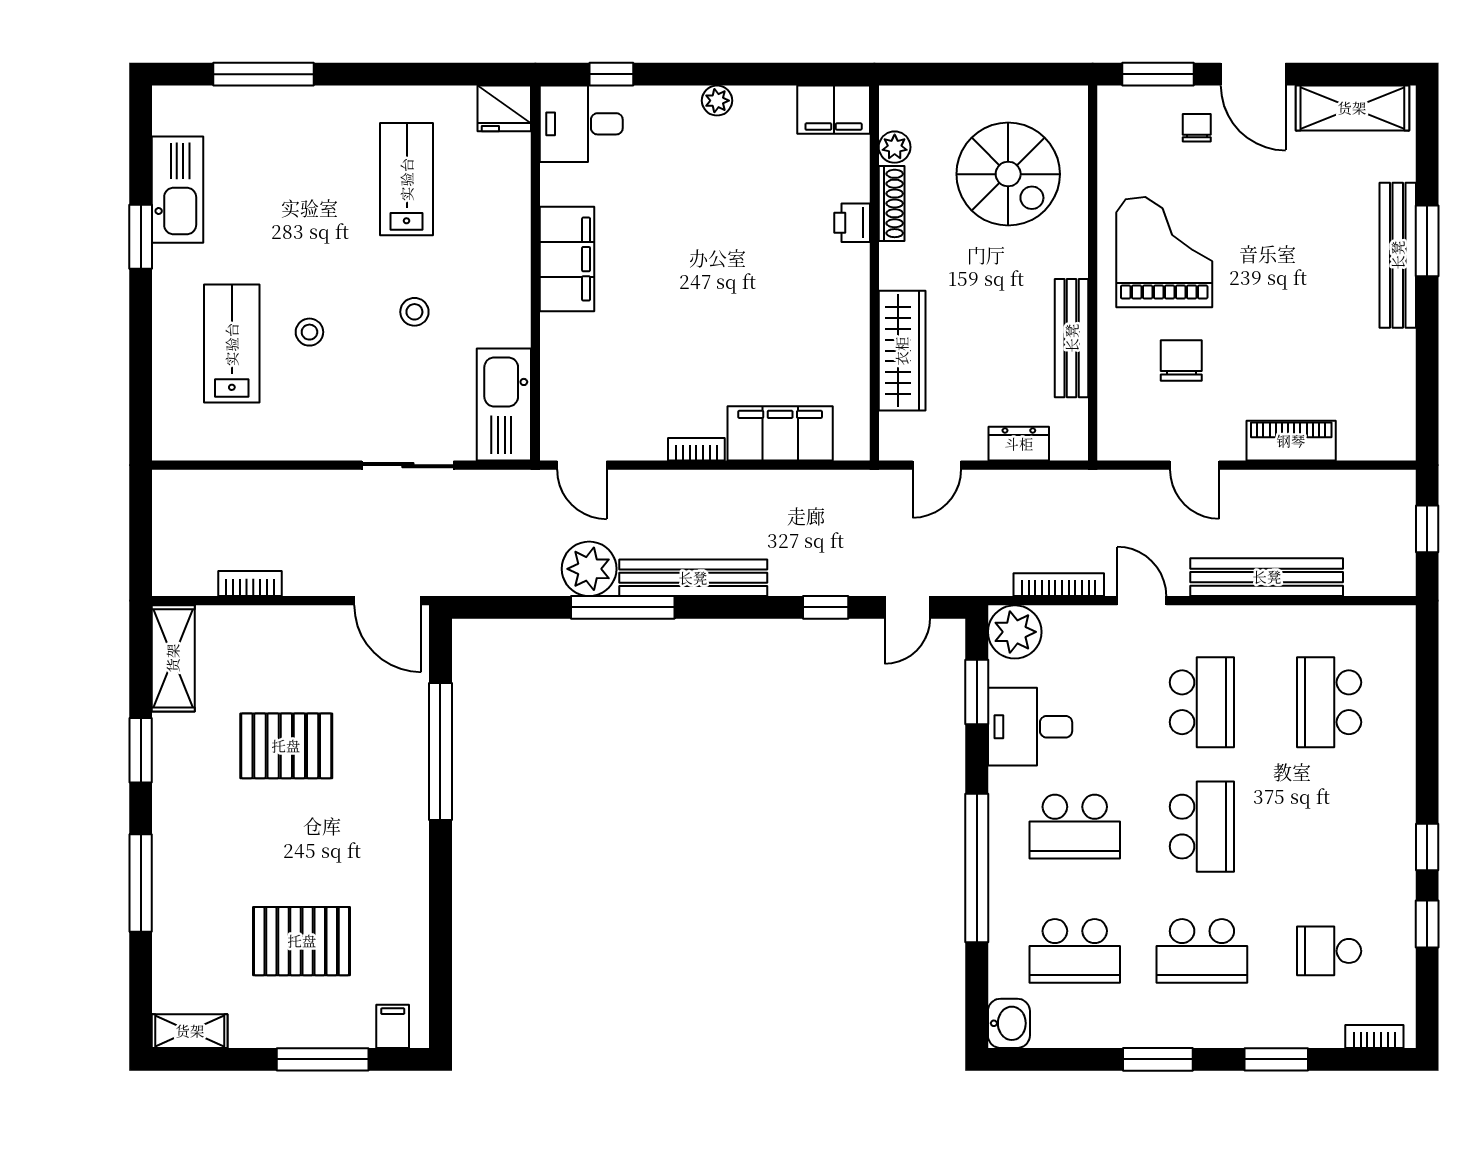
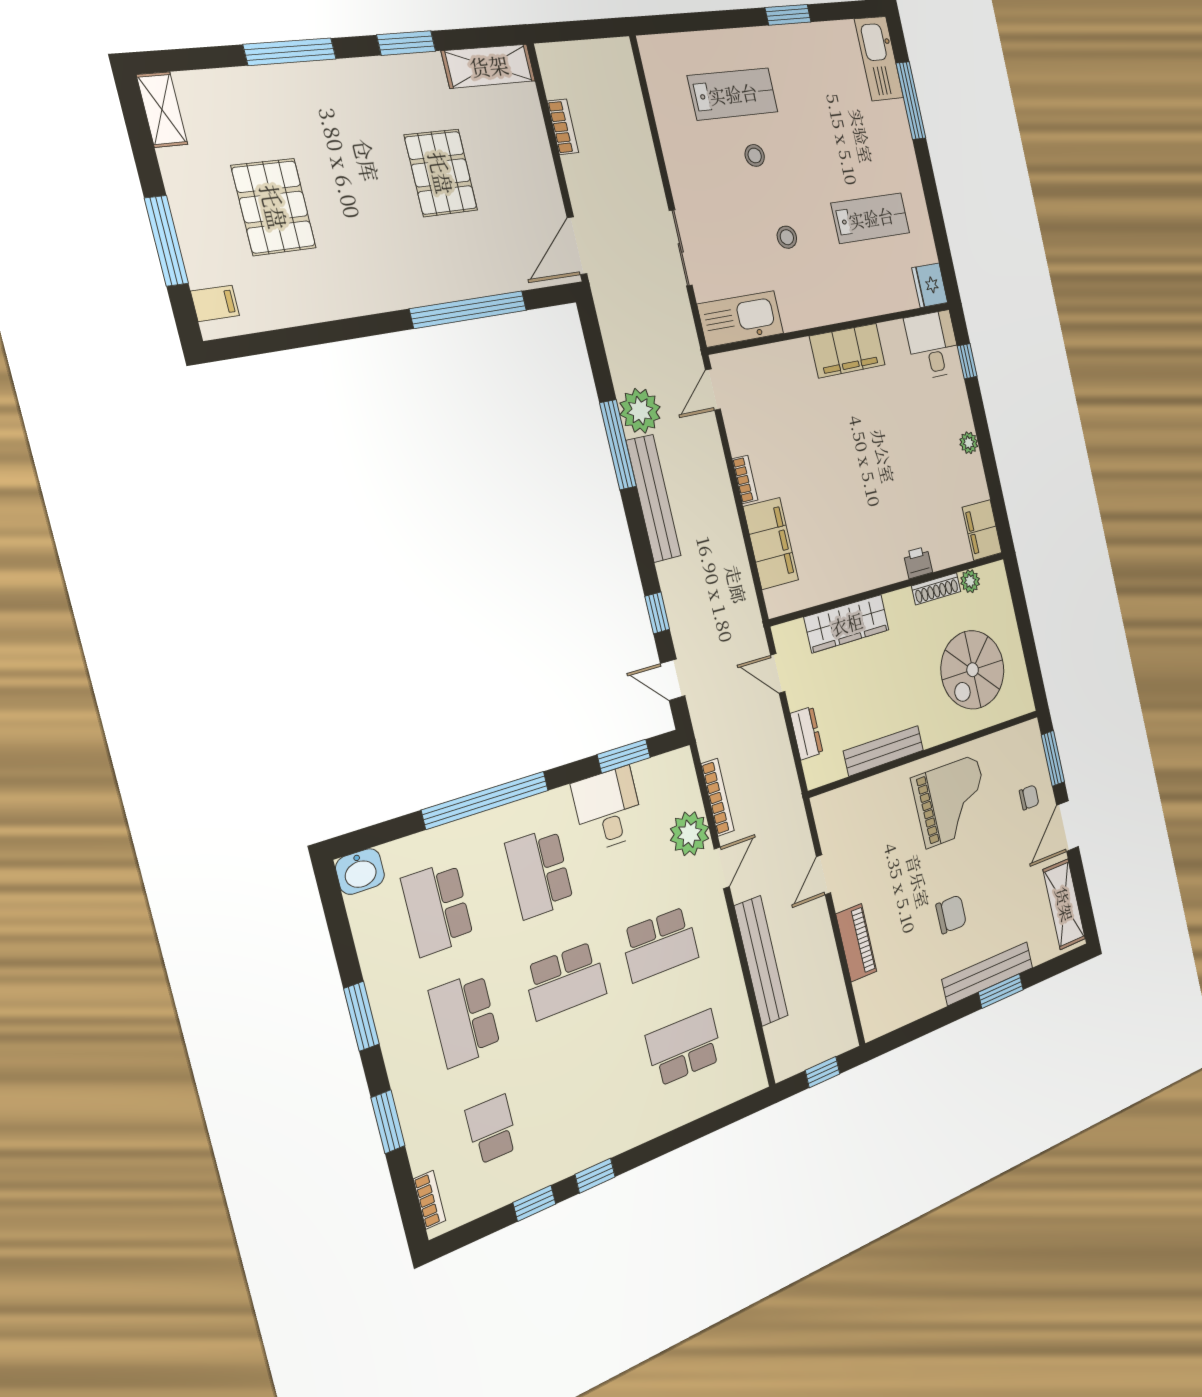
kitchen sink: (178, 190) -> (879, 58), moved, turned 90
chair: (1181, 360) -> (951, 914), moved
plant: (1015, 632) -> (690, 834), moved

